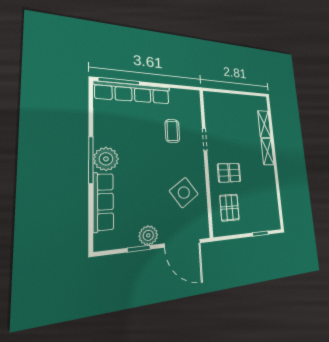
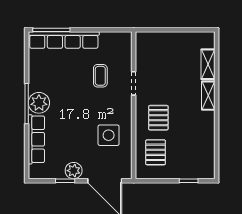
pallet: (229, 173) -> (158, 118), turned 90
side table: (184, 193) -> (109, 135), turned 36

